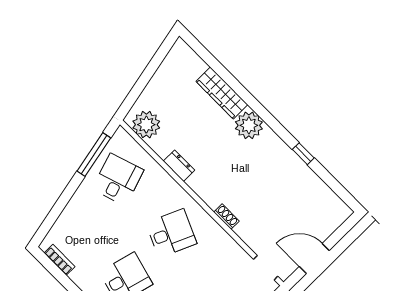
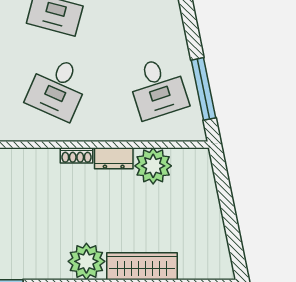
plant: (146, 125) -> (153, 166), moved
shoe rack: (226, 217) -> (76, 155), moved

